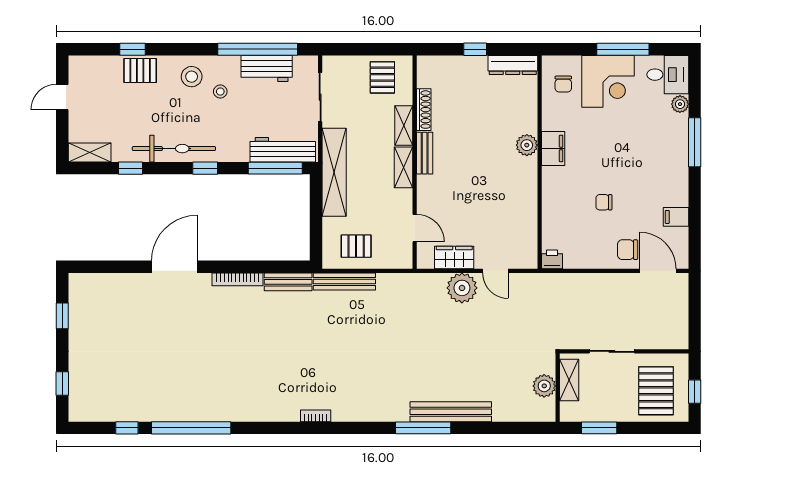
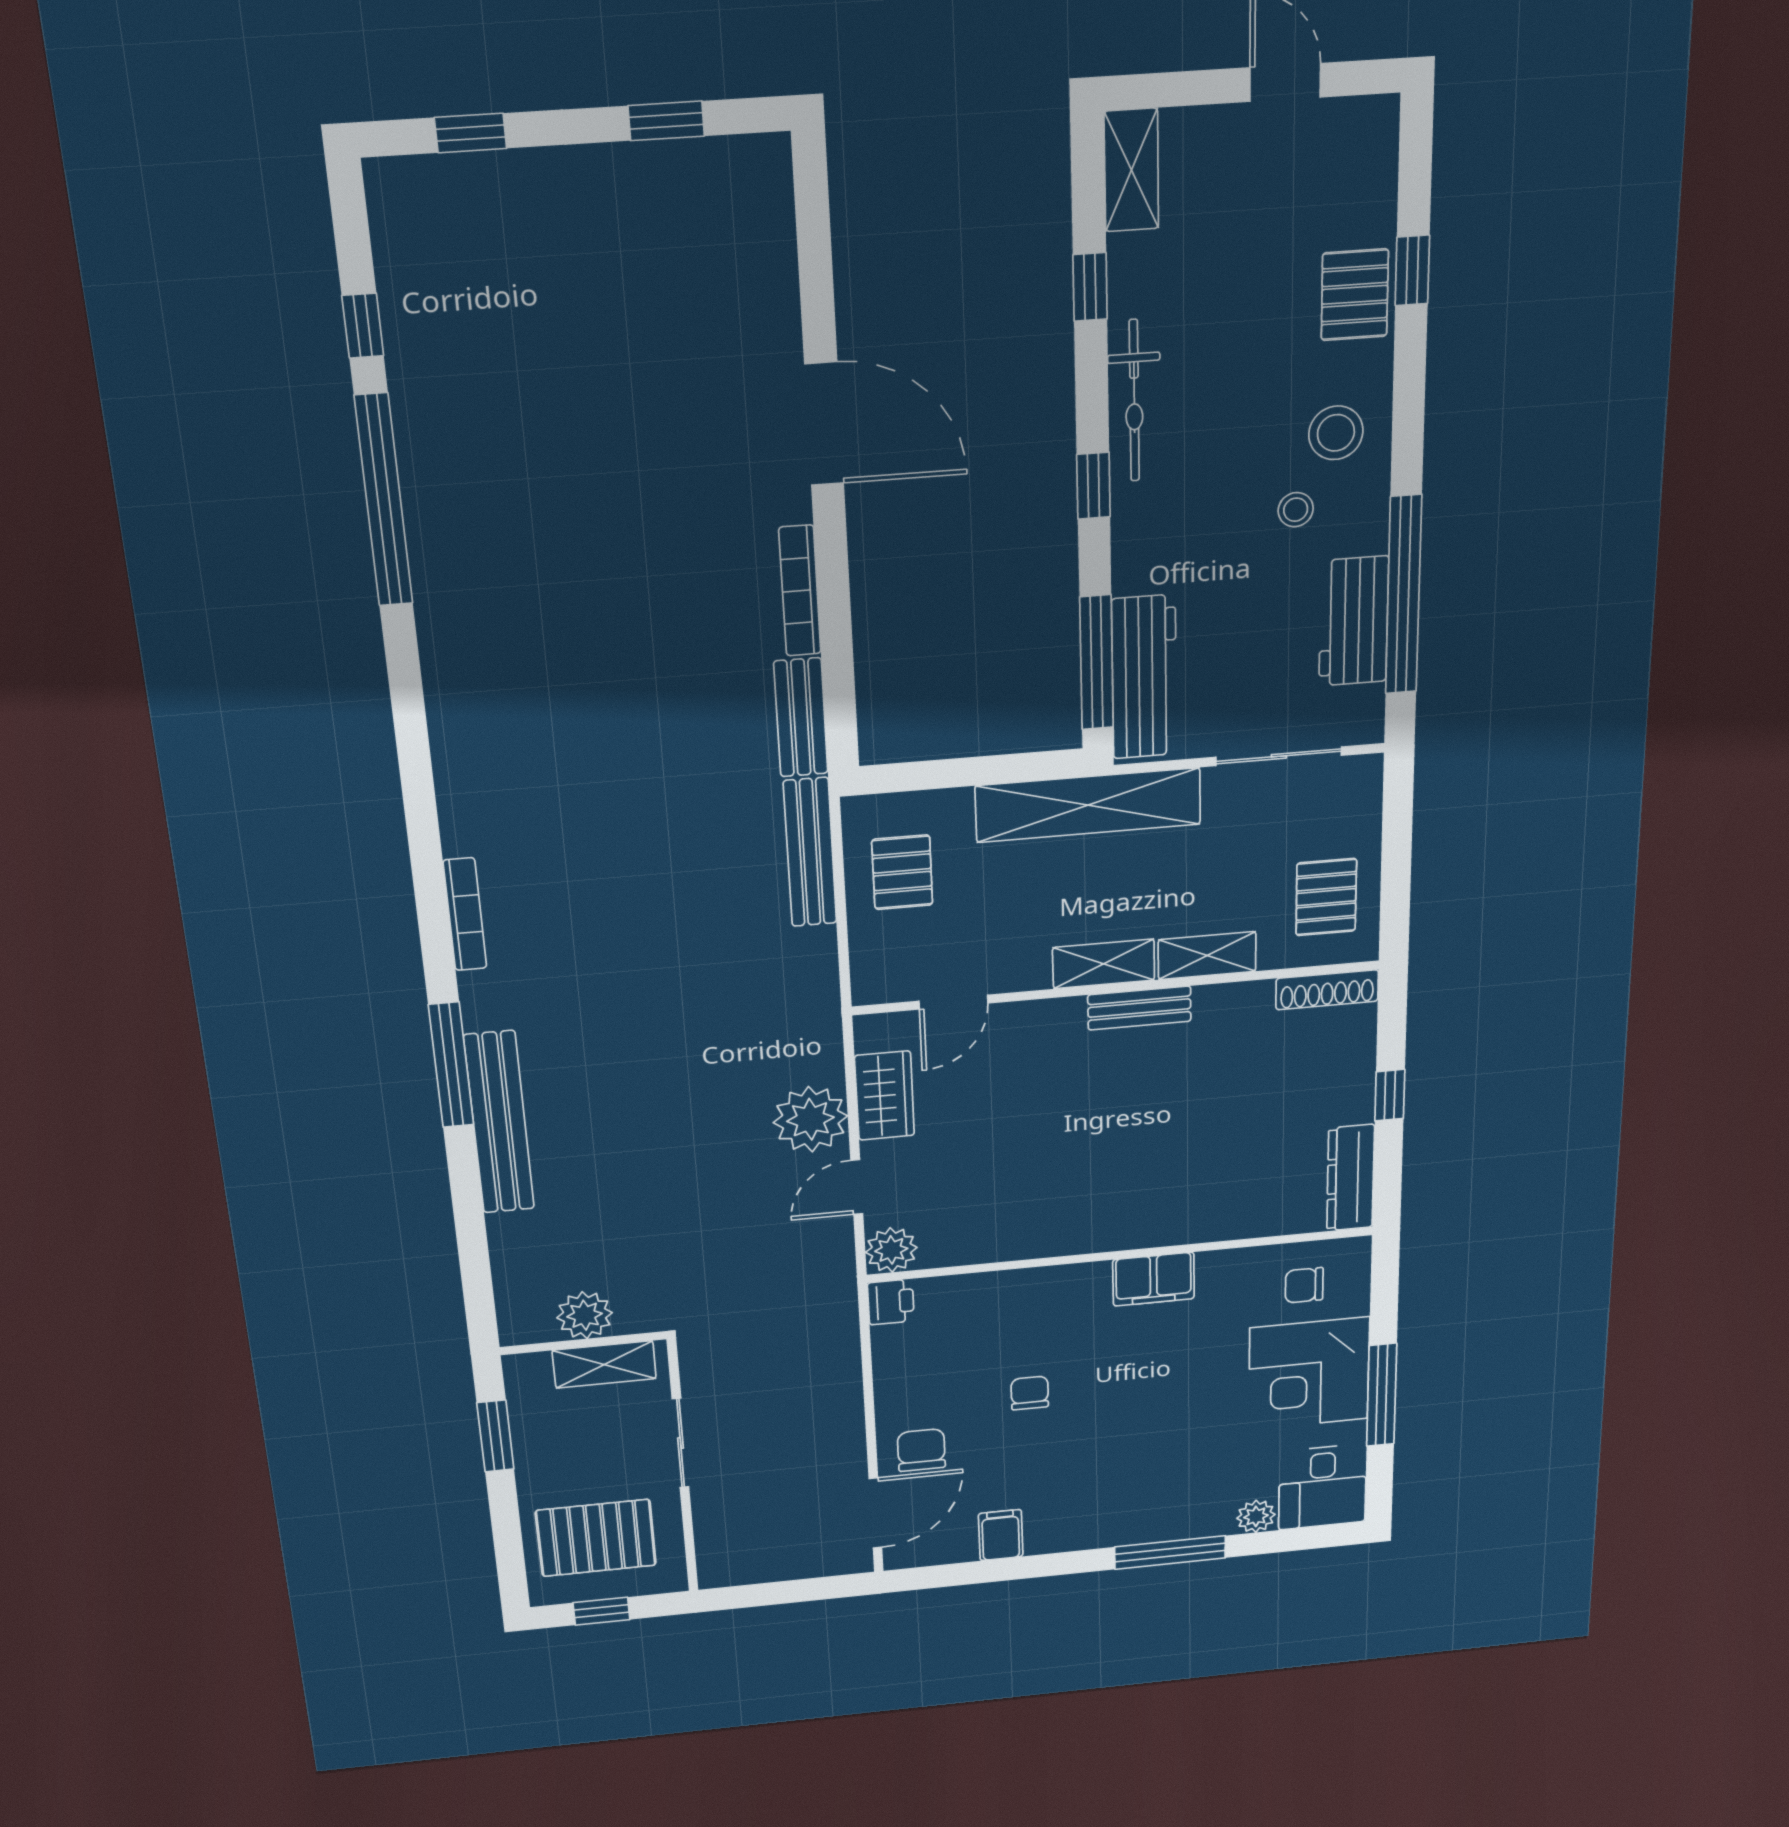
pallet: (382, 77) -> (1326, 897), turned 90
shoe rack: (424, 110) -> (1327, 990), moved
plant: (527, 145) -> (891, 1250), moved
bicycle: (174, 149) -> (1134, 401), width x0.73, depth x0.71
bookcase: (316, 416) -> (465, 914), moved, width x1.56

